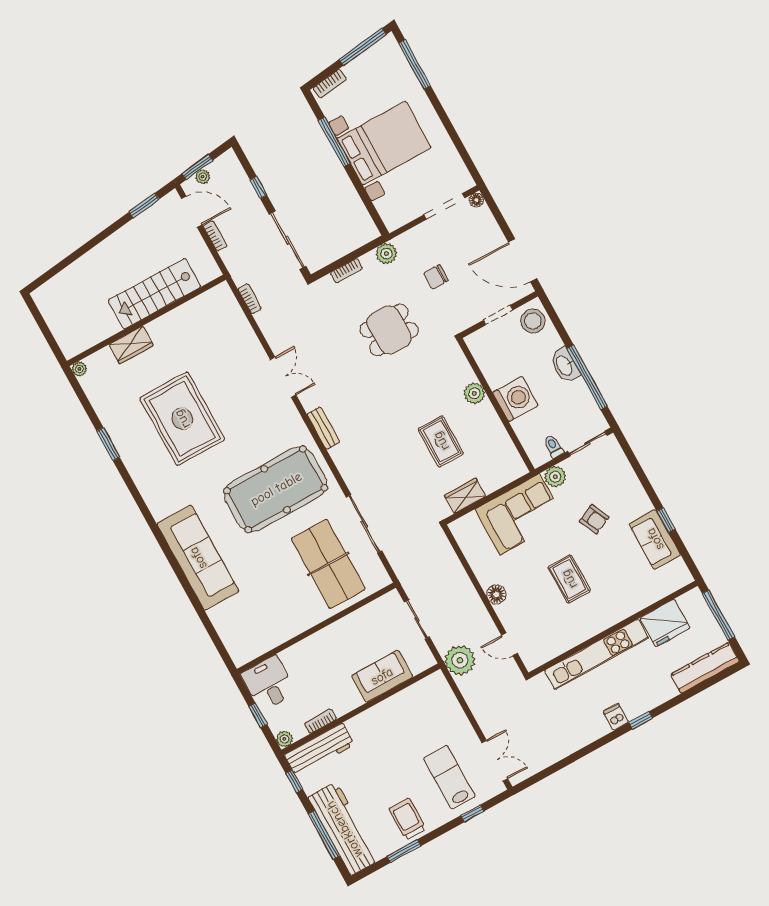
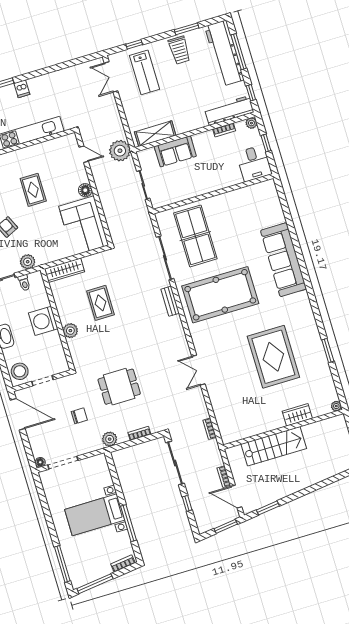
bed with nightstands: (384, 143) -> (95, 515), width x0.73
plant: (203, 177) -> (224, 519), removed
bench: (323, 428) -> (170, 301), moved
wardrobe: (465, 496) -> (64, 270), moved, width x1.50
corner sofa: (520, 514) -> (84, 226), moved, turned -90
shelving: (416, 695) -> (155, 134), added

